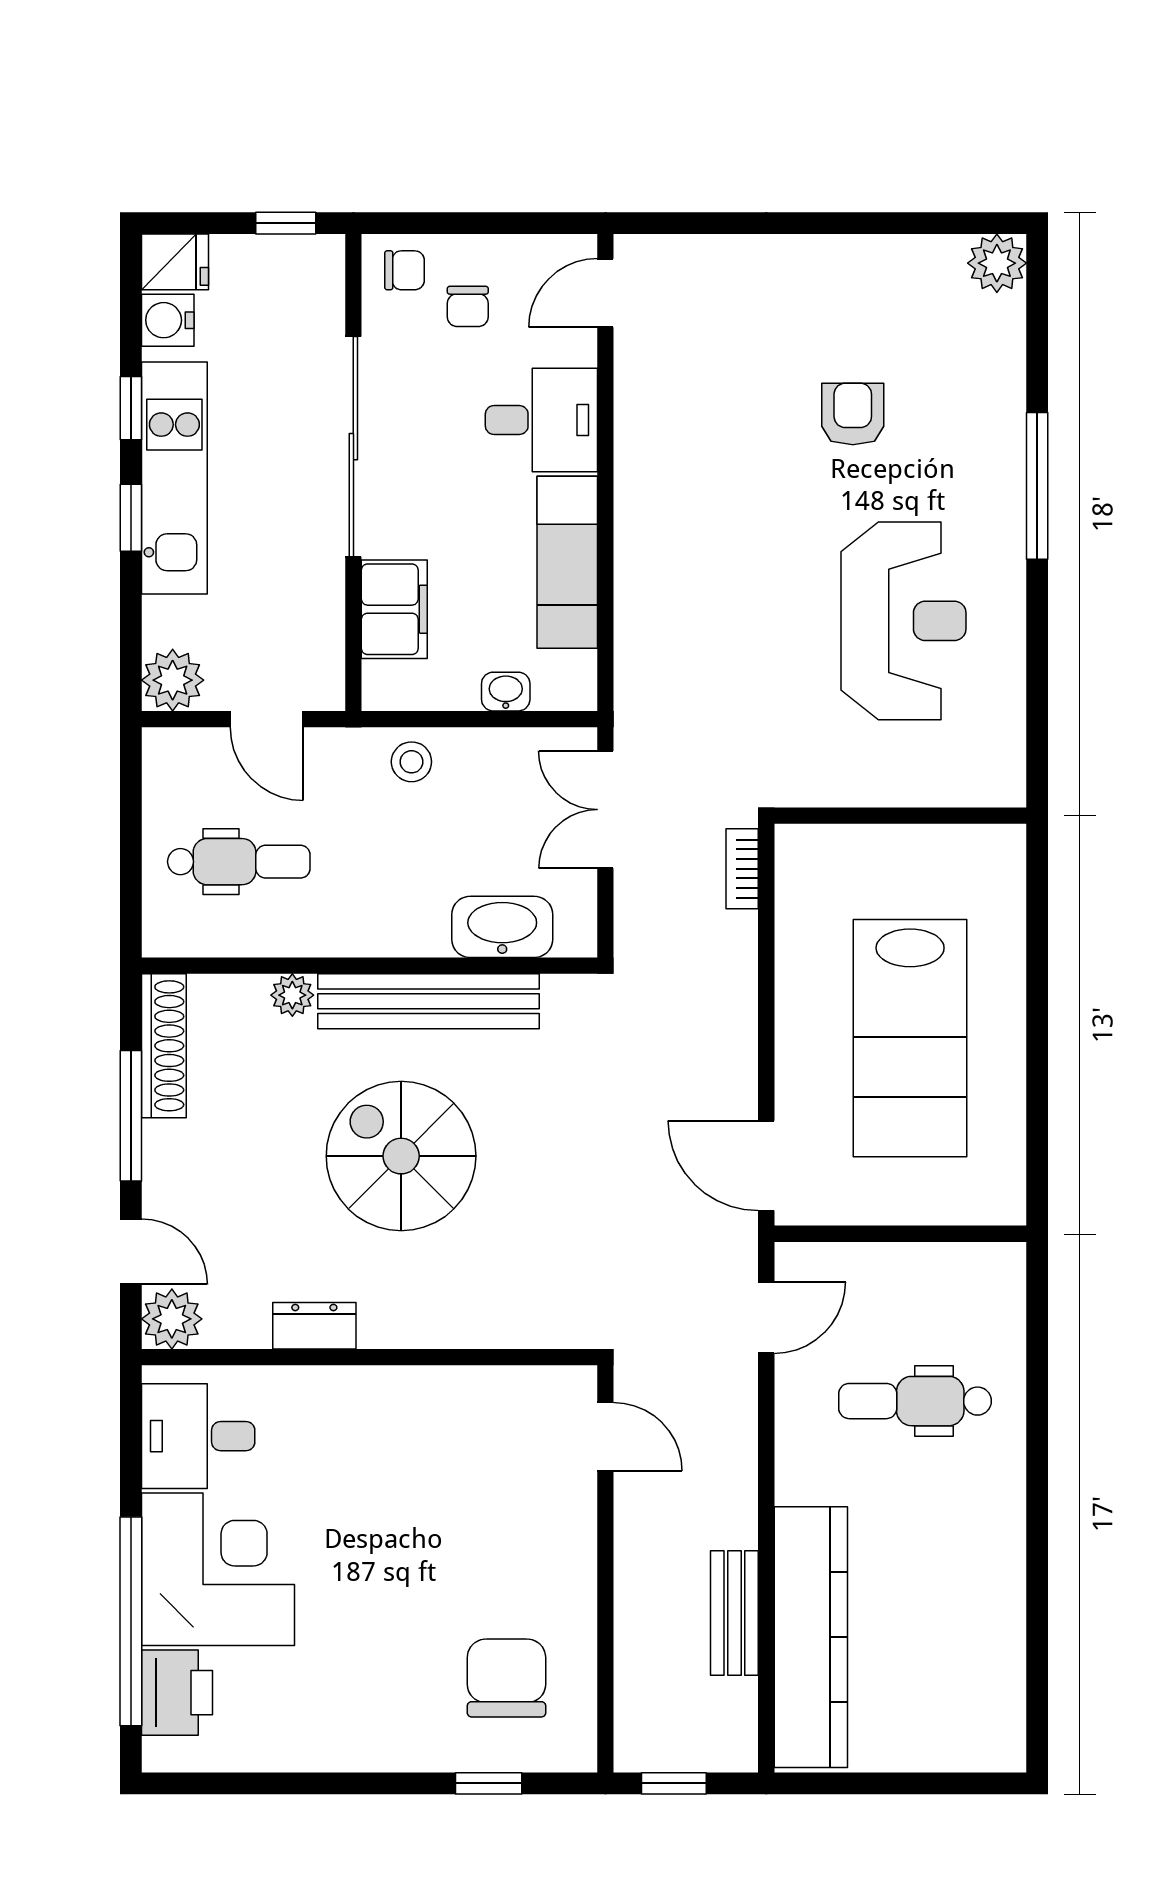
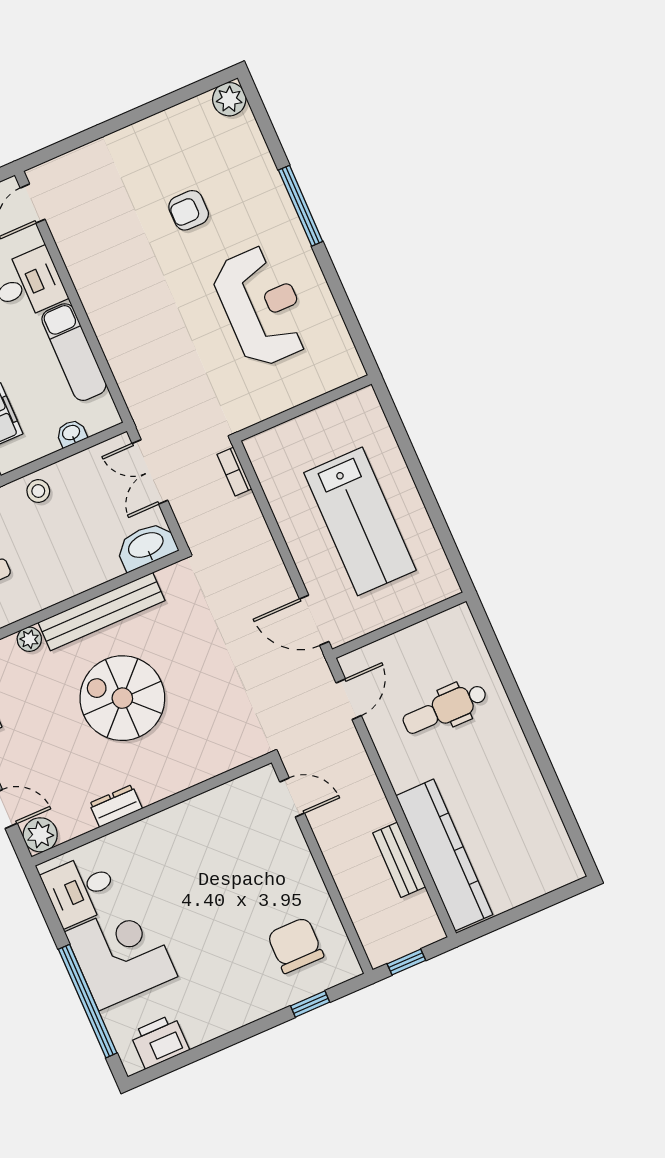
armchair: (853, 414) -> (189, 210), turned -90
washbasin: (502, 927) -> (146, 546), moved
printer: (177, 1693) -> (160, 1041), moved, turned -90

